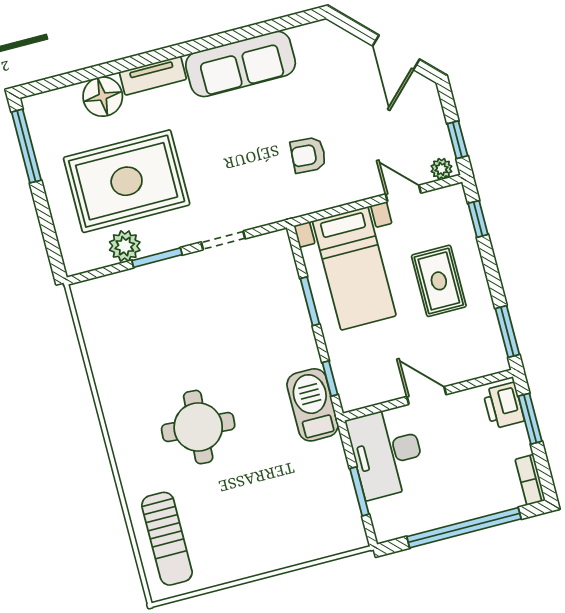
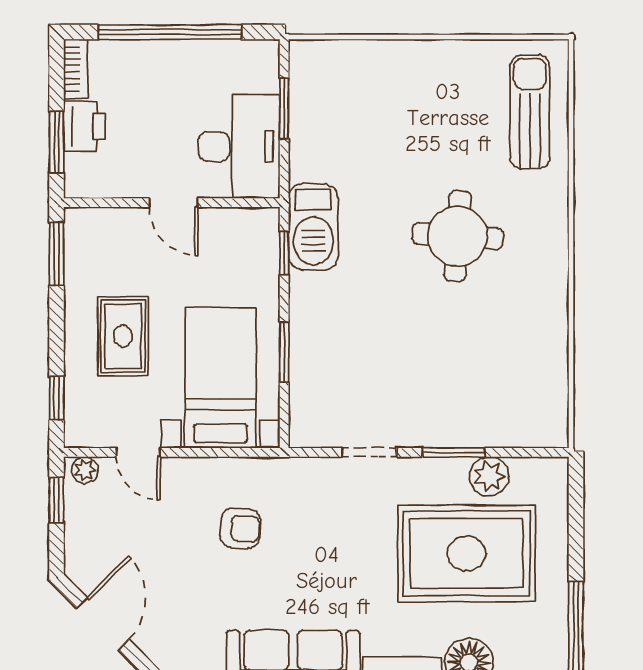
printer: (503, 406) -> (84, 126), moved

